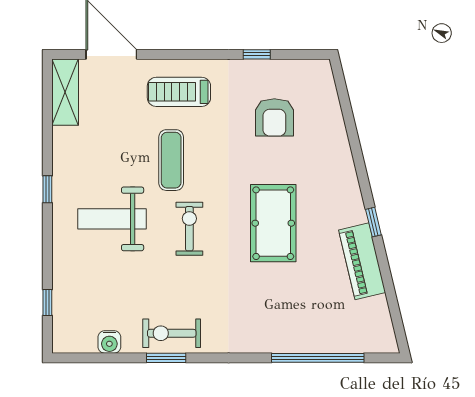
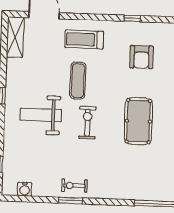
exercise bike: (172, 333) -> (74, 186), width x0.73, depth x0.72
water cooler: (109, 342) -> (25, 189), moved

